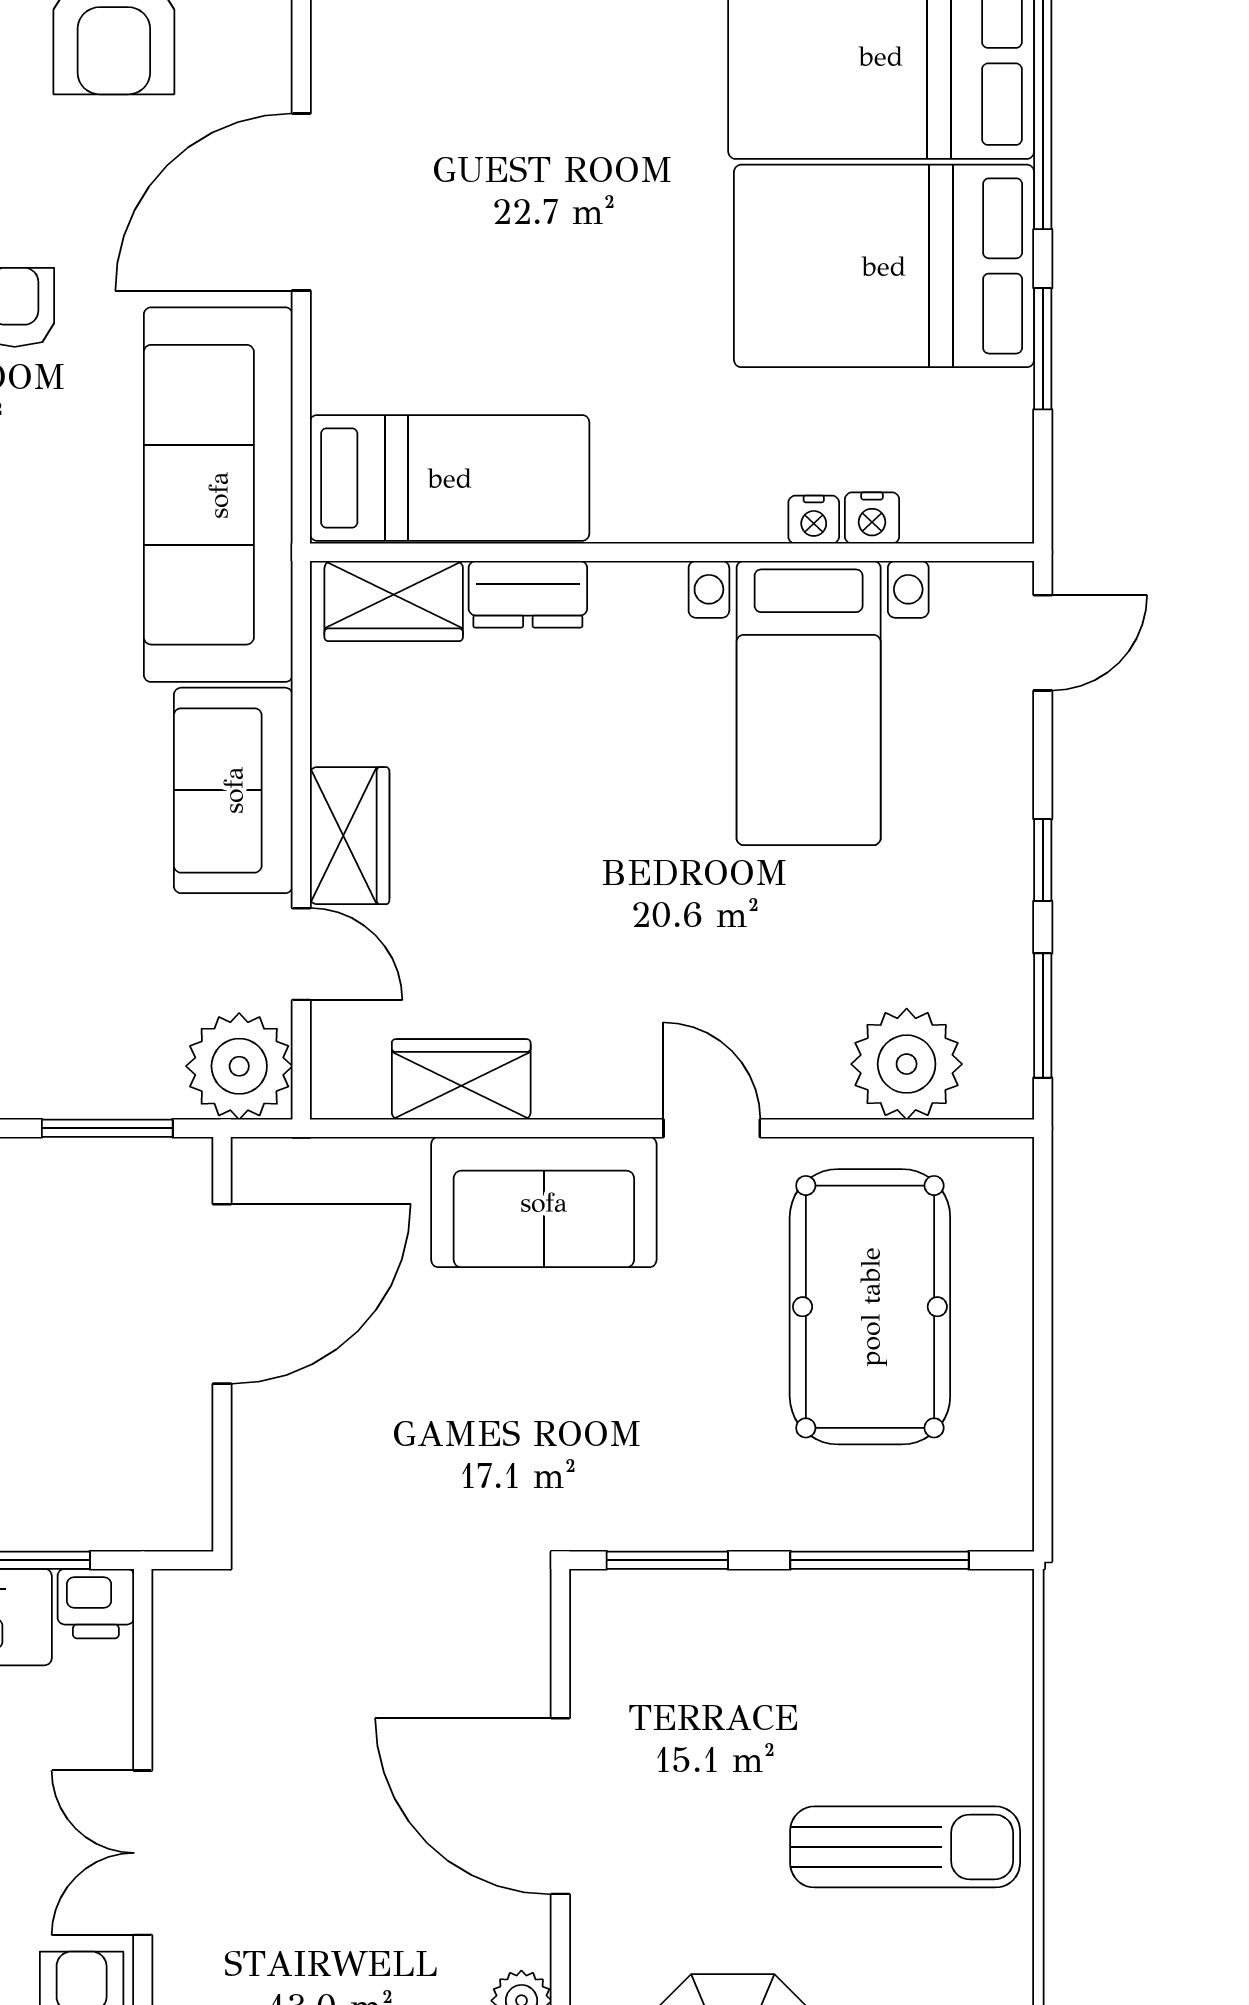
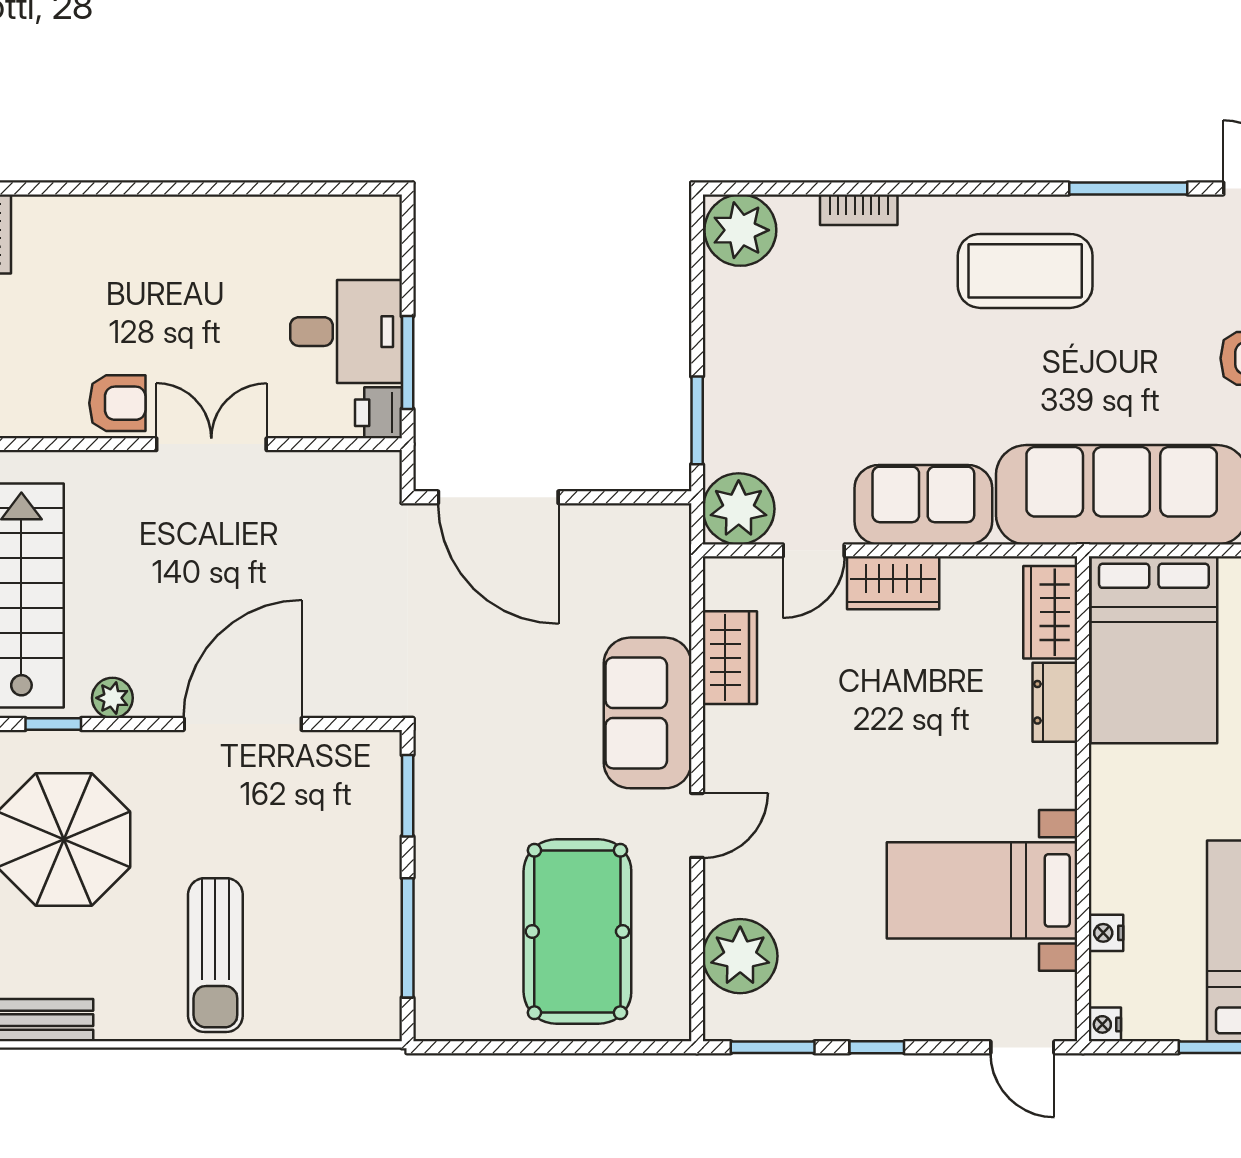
bed: (450, 478) -> (1154, 650), width x1.50
nightstand: (814, 520) -> (1105, 1024), moved
door: (222, 1294) -> (498, 497), moved
pool table: (870, 1307) -> (577, 931), turned 90

